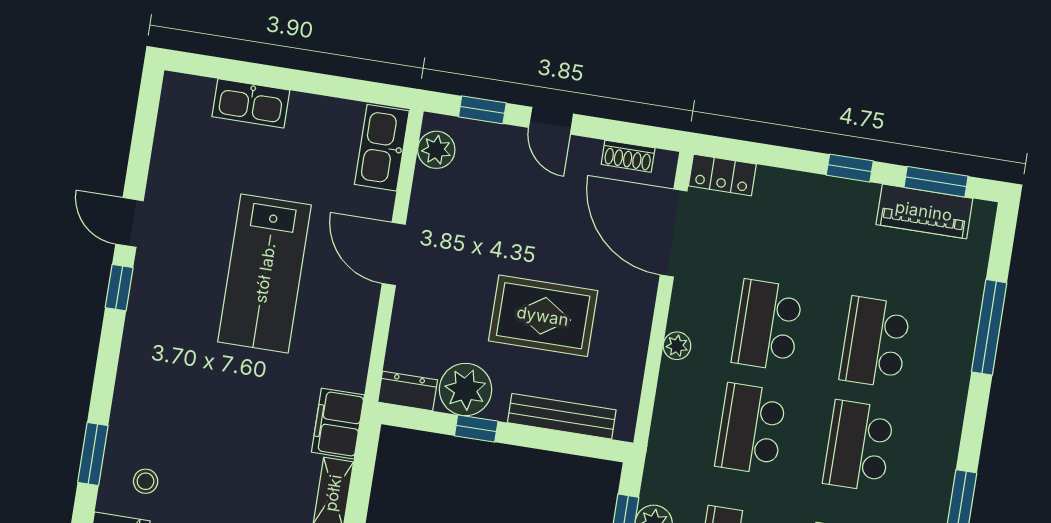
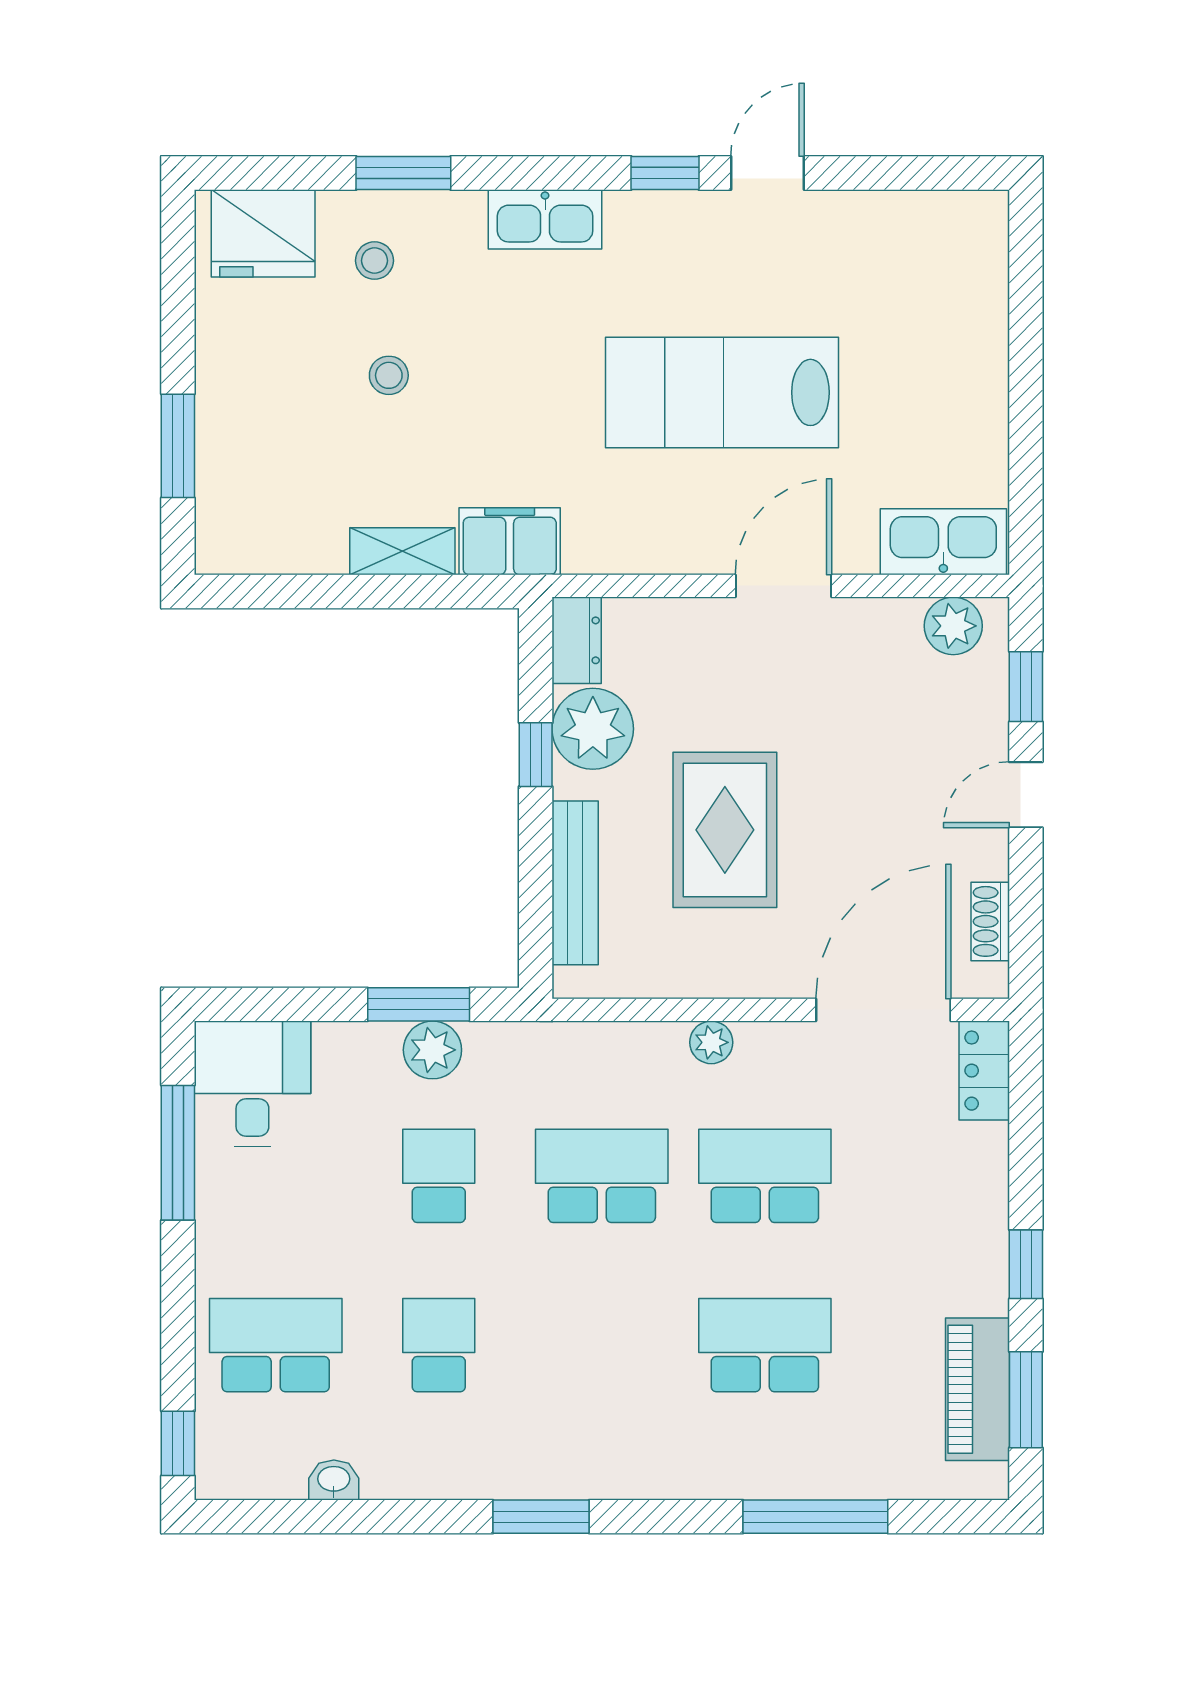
kitchen sink: (251, 103) -> (545, 219), moved, turned -90
school desk: (859, 446) -> (602, 1345), removed
stool: (220, 484) -> (389, 375), added

